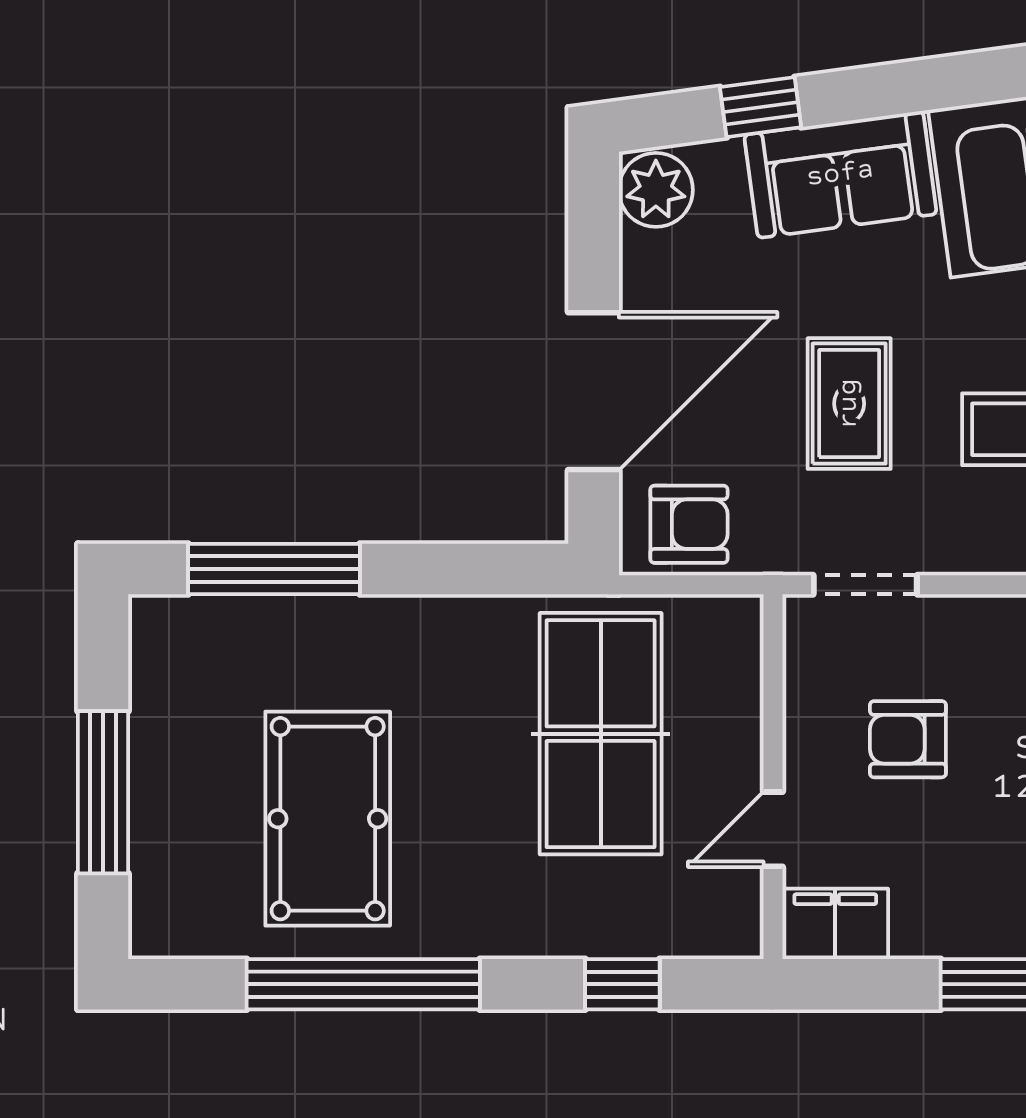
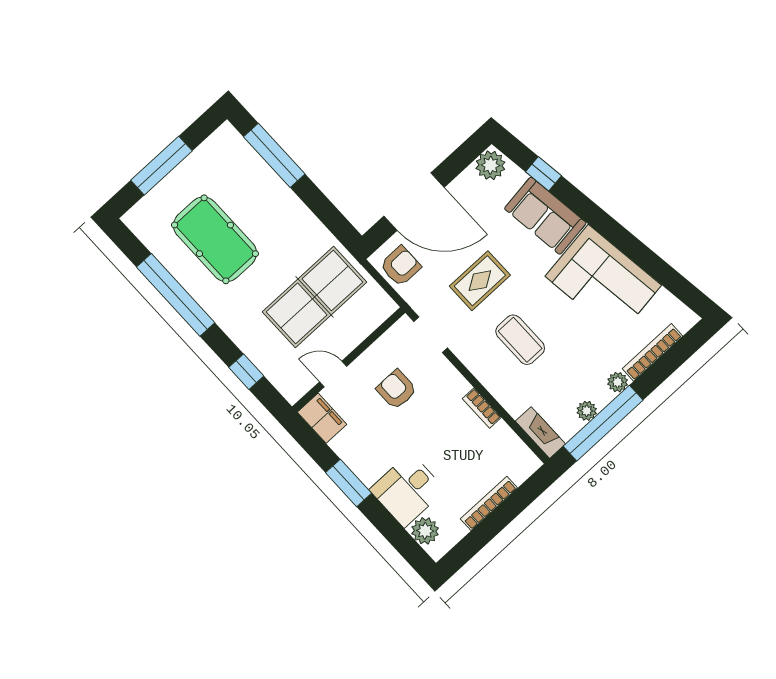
armchair: (689, 524) -> (401, 266), turned -90
pool table: (328, 819) -> (215, 239), turned 90

